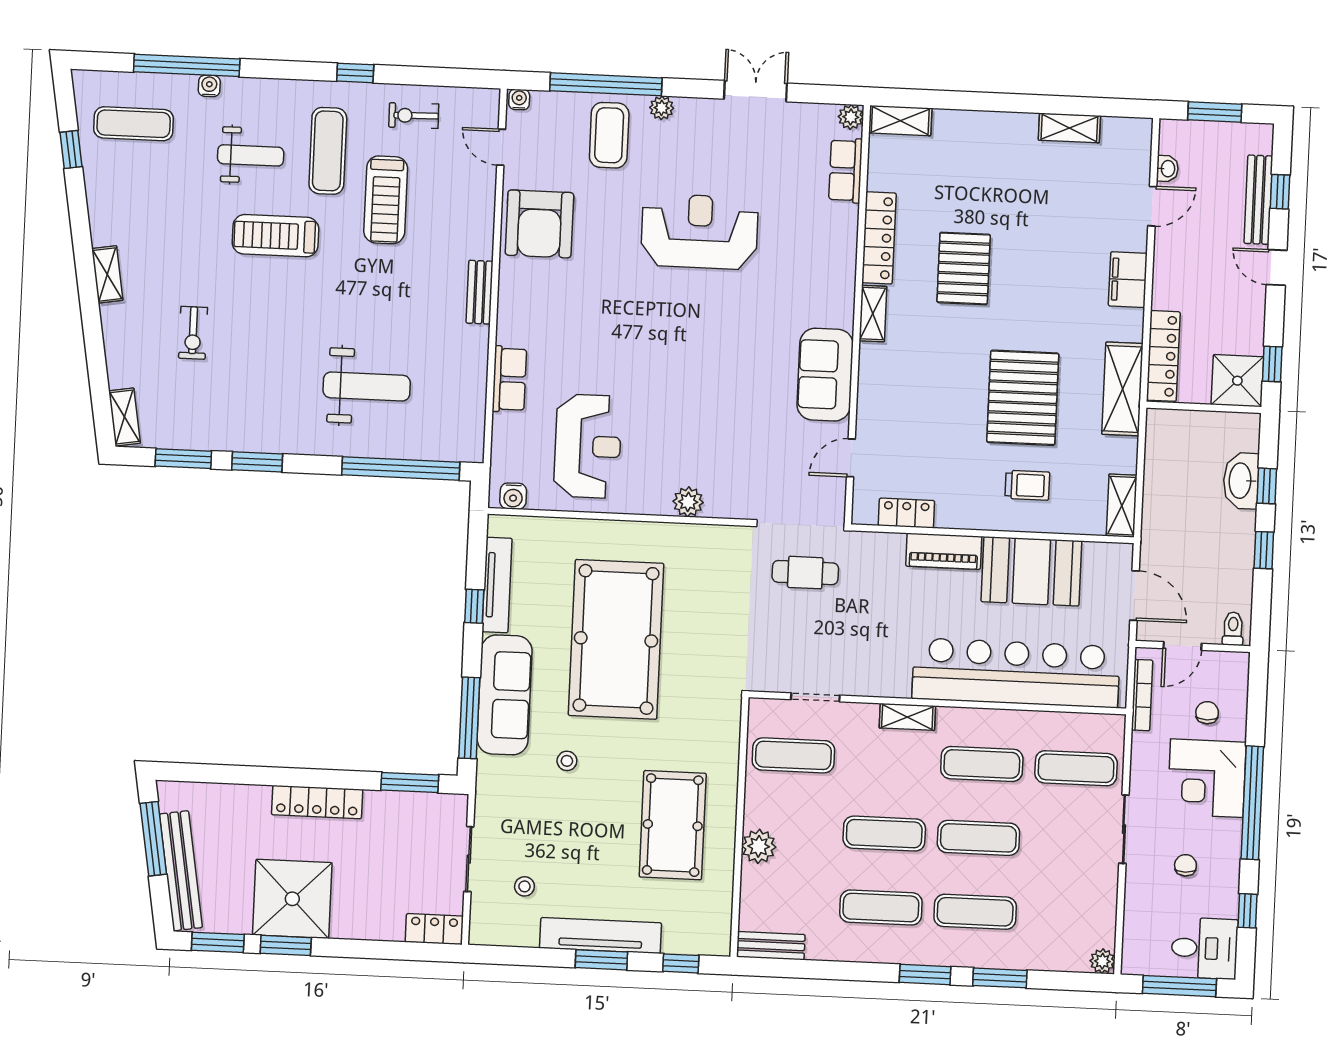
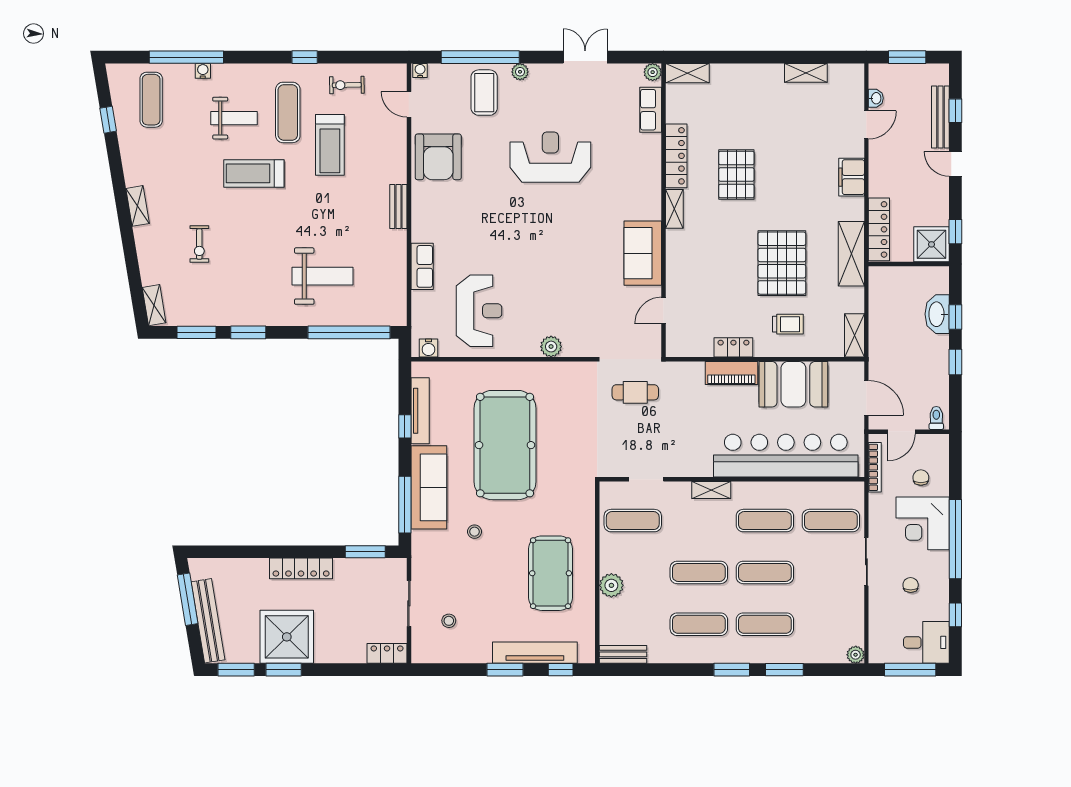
exercise mat: (134, 124) -> (151, 100), turned 90
locker: (906, 513) -> (733, 347), moved
tv unit: (601, 935) -> (535, 653), moved

